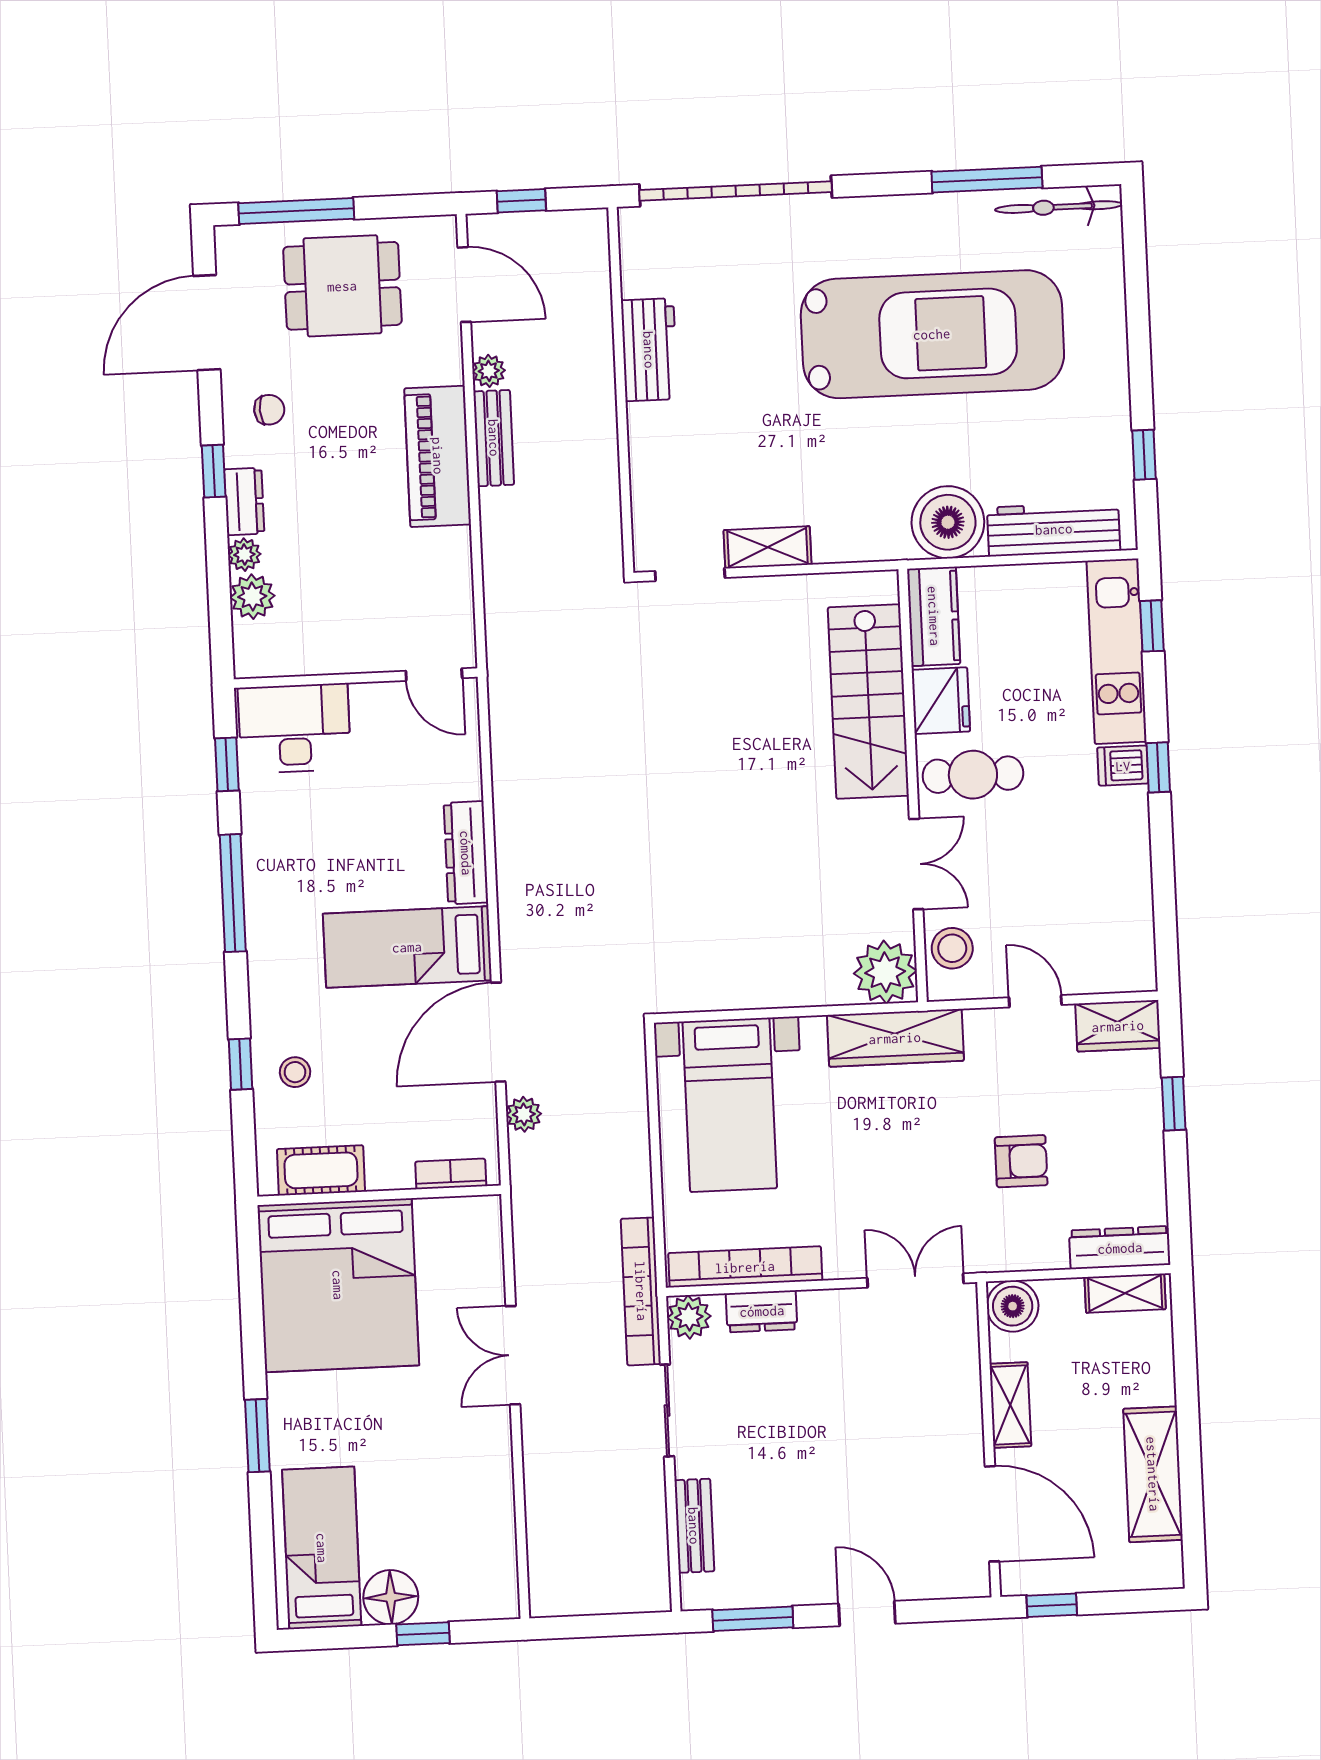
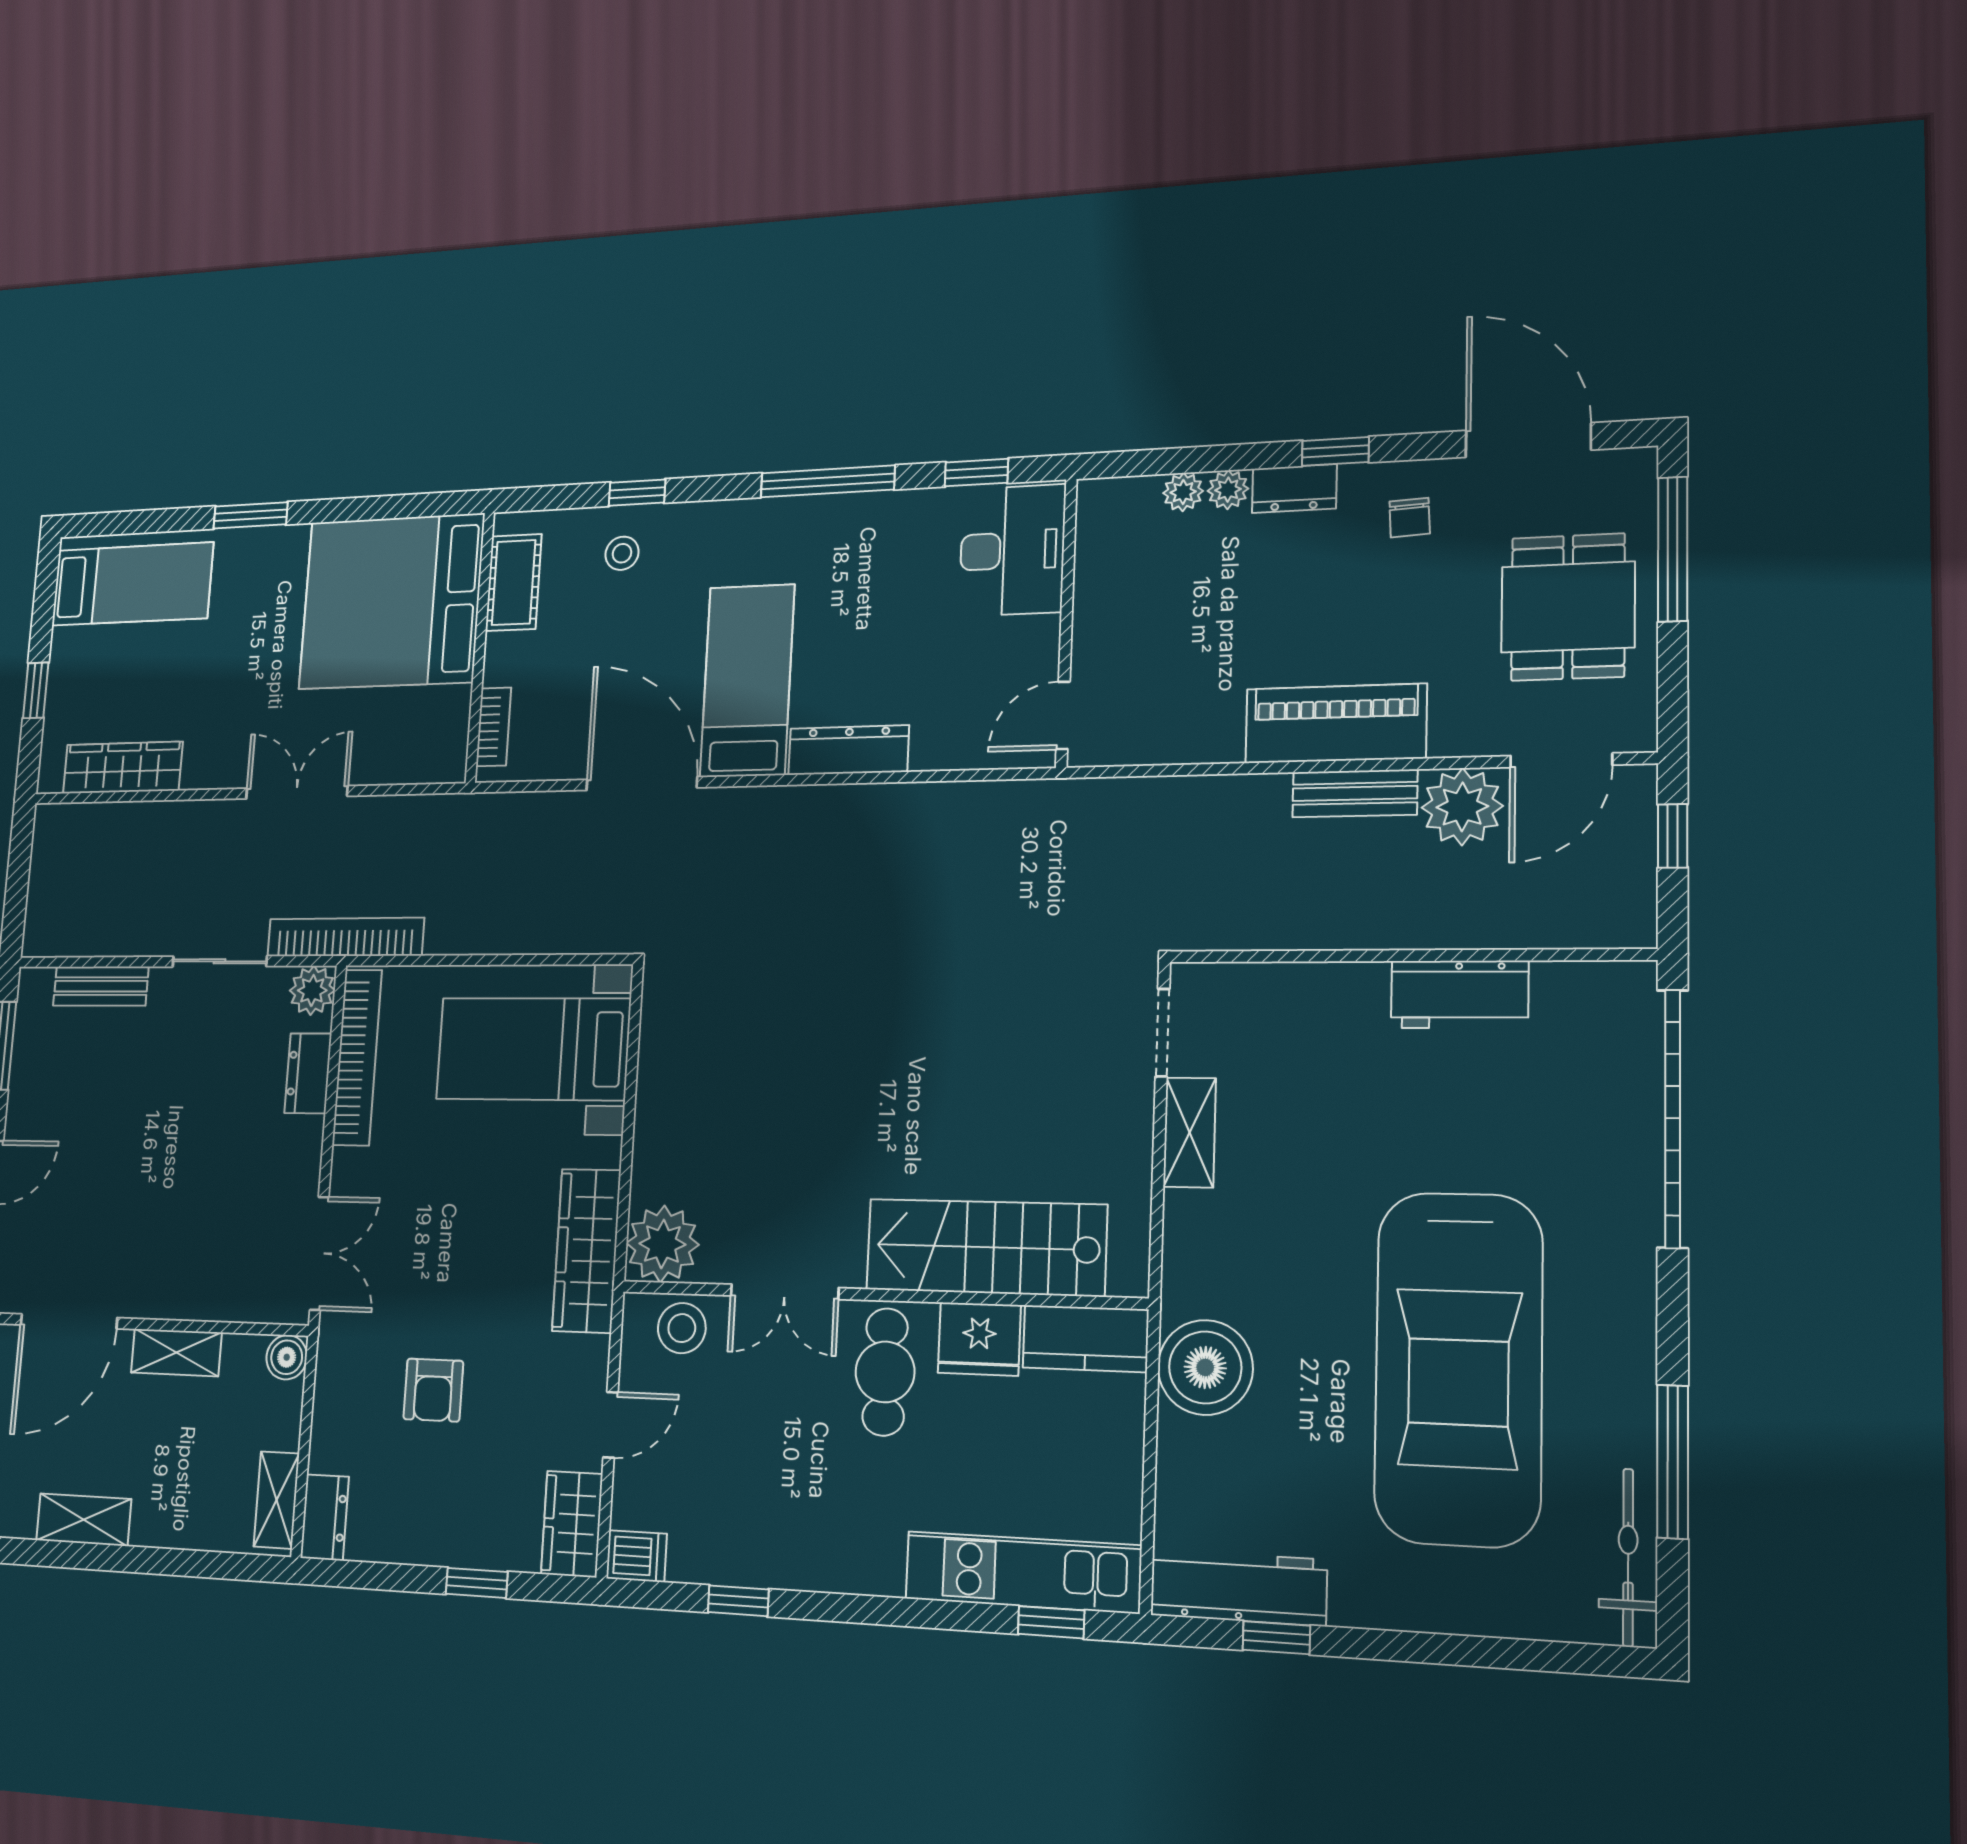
plant: (489, 371) -> (1462, 807), width x1.87, depth x1.87
workbench: (1054, 529) -> (1238, 1587), moved, turned -90
plant: (252, 597) -> (1183, 492), width x0.73, depth x0.73
dishwasher: (1123, 766) -> (636, 1556), moved, turned 90
window: (1158, 767) -> (738, 1601), moved
plant: (524, 1114) -> (549, 811), removed
dresser: (1120, 1248) -> (325, 1517), width x0.70
boiler: (1013, 1306) -> (287, 1357), width x0.73, depth x0.73
shelving: (1153, 1474) -> (84, 1520), width x0.67, depth x0.75
wardrobe: (494, 1533) -> (123, 768), added
floor lamp: (391, 1597) -> (75, 657), removed

